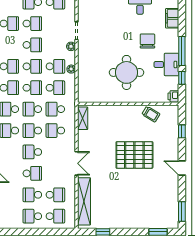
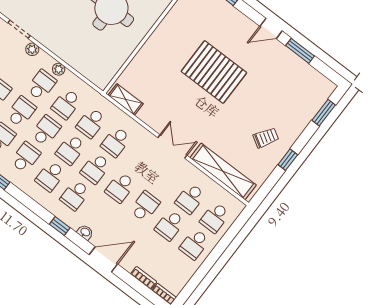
school desk: (55, 88) -> (66, 104), turned 180
trolley: (151, 114) -> (266, 138), moved
pallet: (134, 155) -> (214, 72), turned 90
school desk: (55, 195) -> (190, 199), turned 180
window: (182, 212) -> (300, 51), moved
school desk: (55, 216) -> (215, 218), turned 180
window: (103, 232) -> (288, 160), moved

